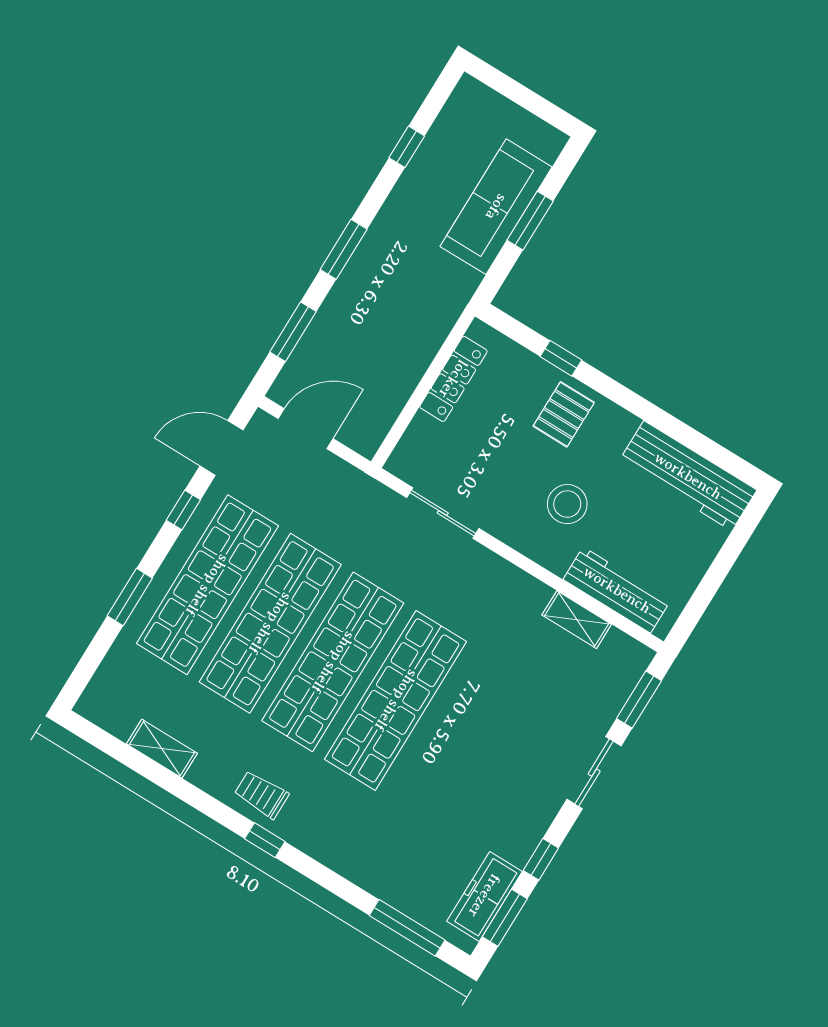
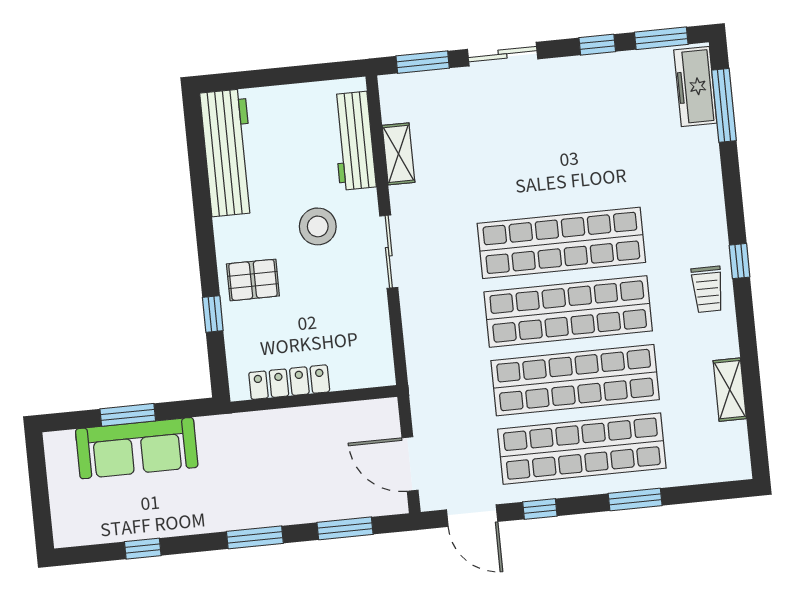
sliding door: (443, 513) -> (389, 252), moved
freezer: (484, 896) -> (695, 86), moved, turned 90

